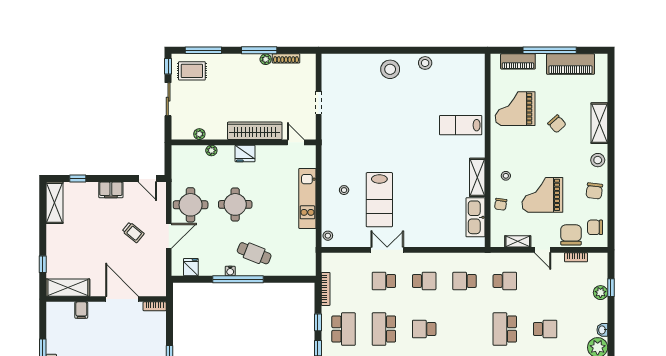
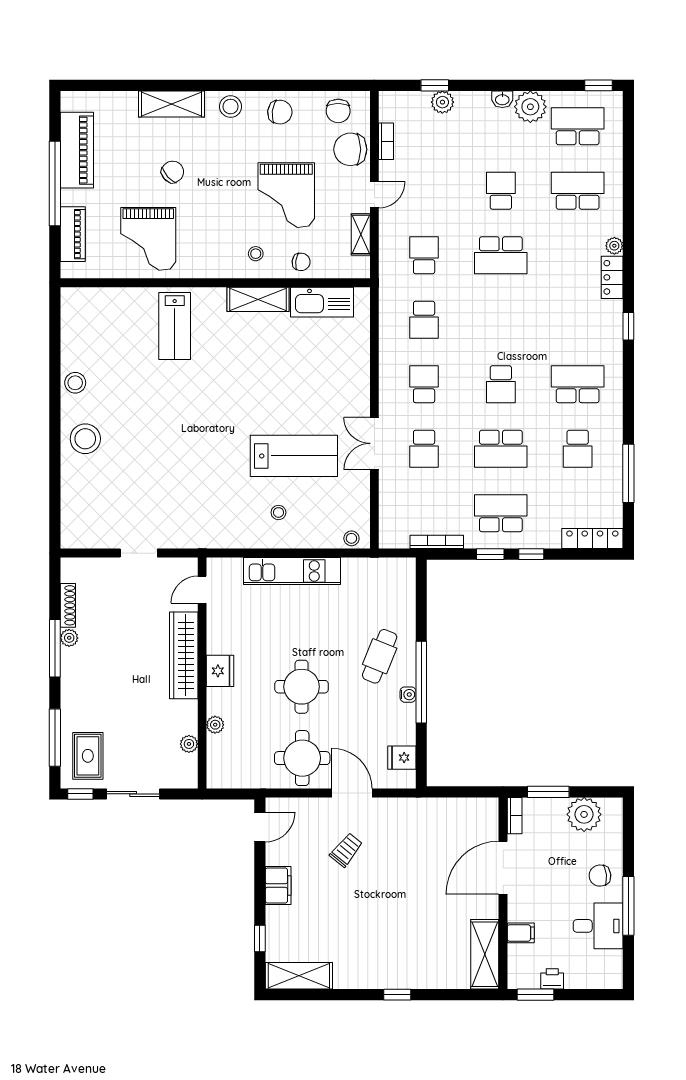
shelving: (68, 288) -> (485, 954), moved
wall: (106, 299) -> (503, 893), moved
door: (122, 299) -> (503, 868), moved
bookcase: (155, 306) -> (515, 816), moved
filing cabinet: (81, 310) -> (521, 933), moved

